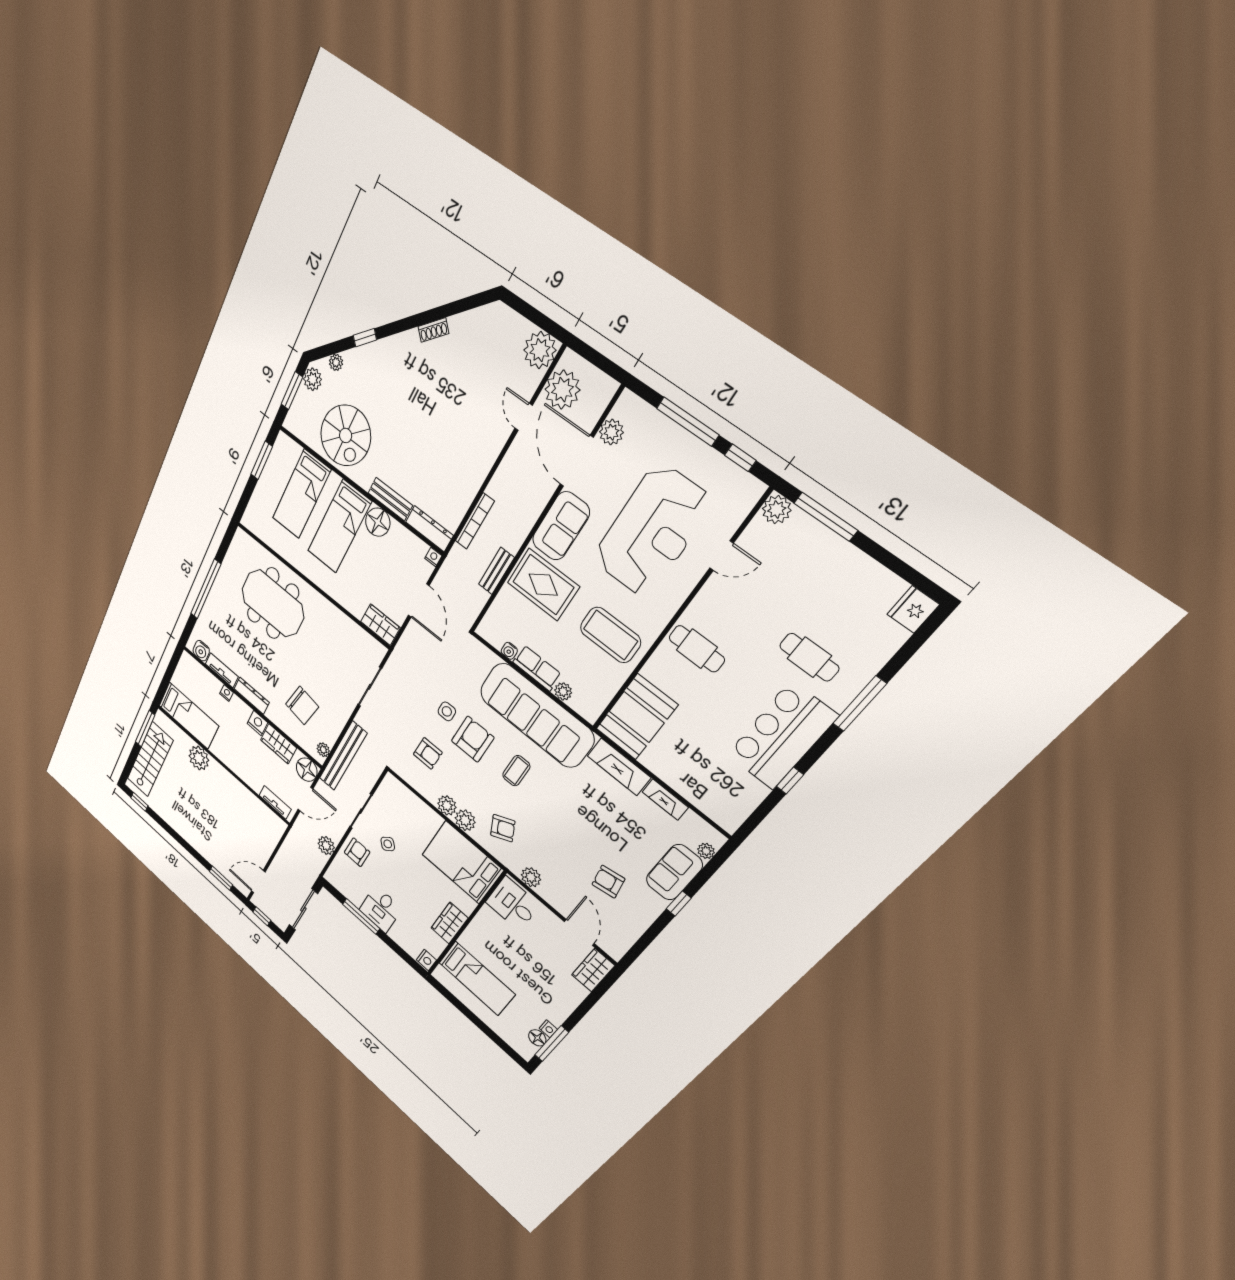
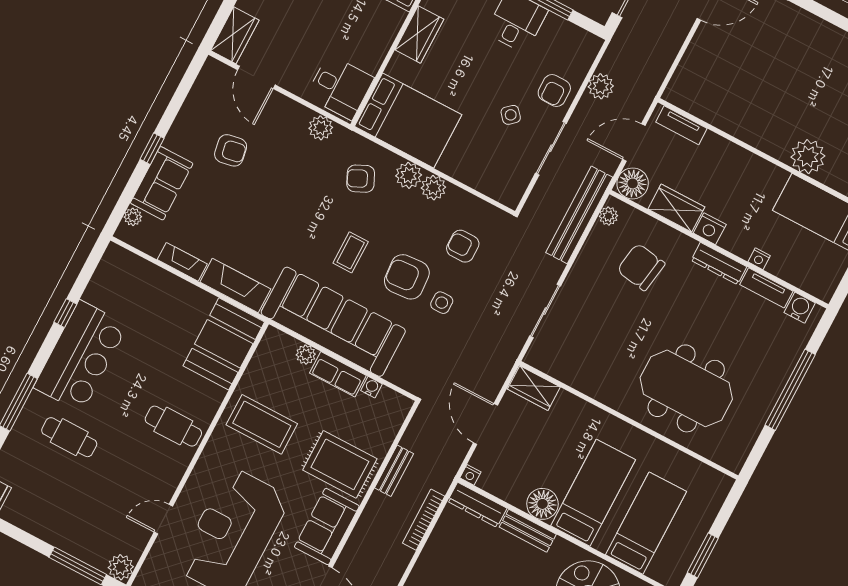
armchair: (473, 739) -> (407, 277), turned 86

